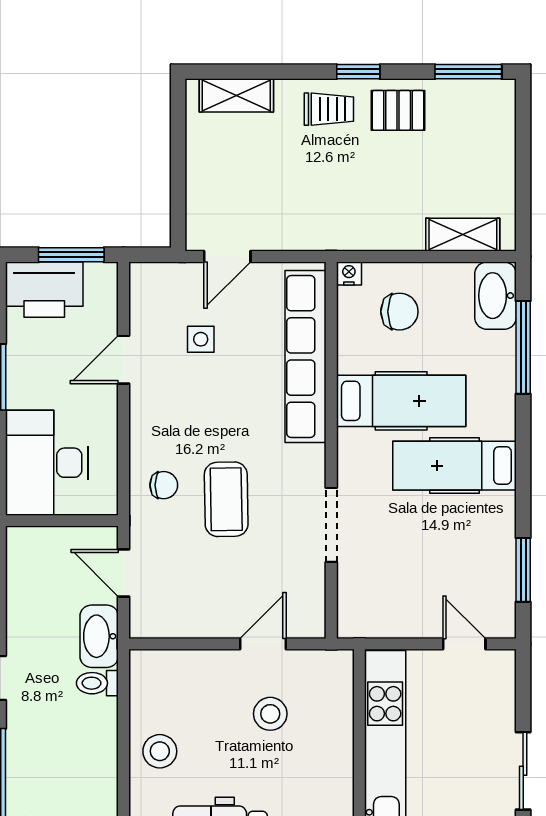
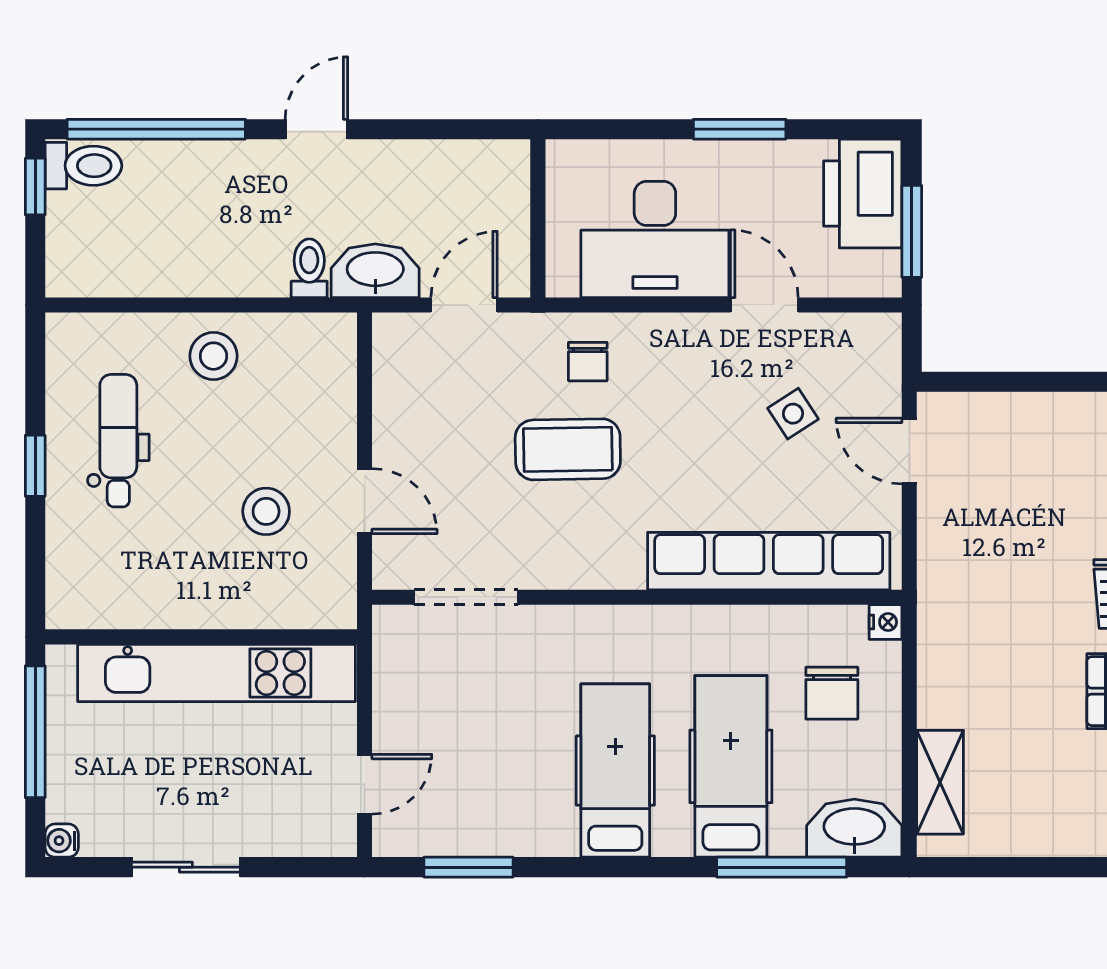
side table: (201, 339) -> (793, 414), turned -33
hospital bed: (401, 401) -> (731, 766), moved, turned 180
desk: (47, 463) -> (655, 239), moved, turned 180
doorway: (331, 525) -> (466, 597), moved

